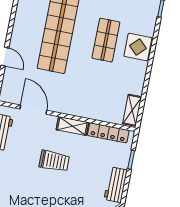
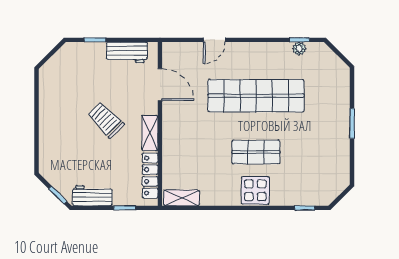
door: (33, 110) -> (160, 84), hinge flipped
trolley: (54, 161) -> (106, 120), turned 135

